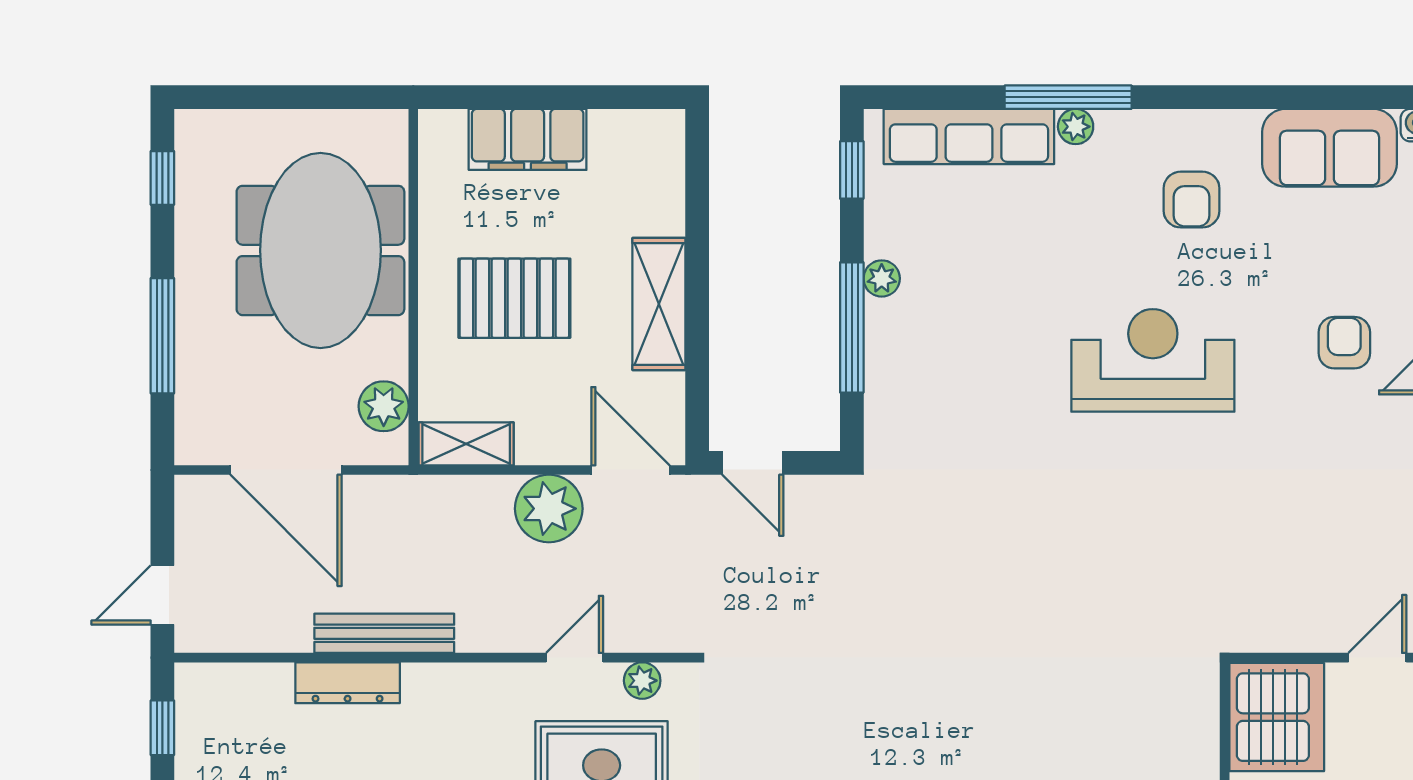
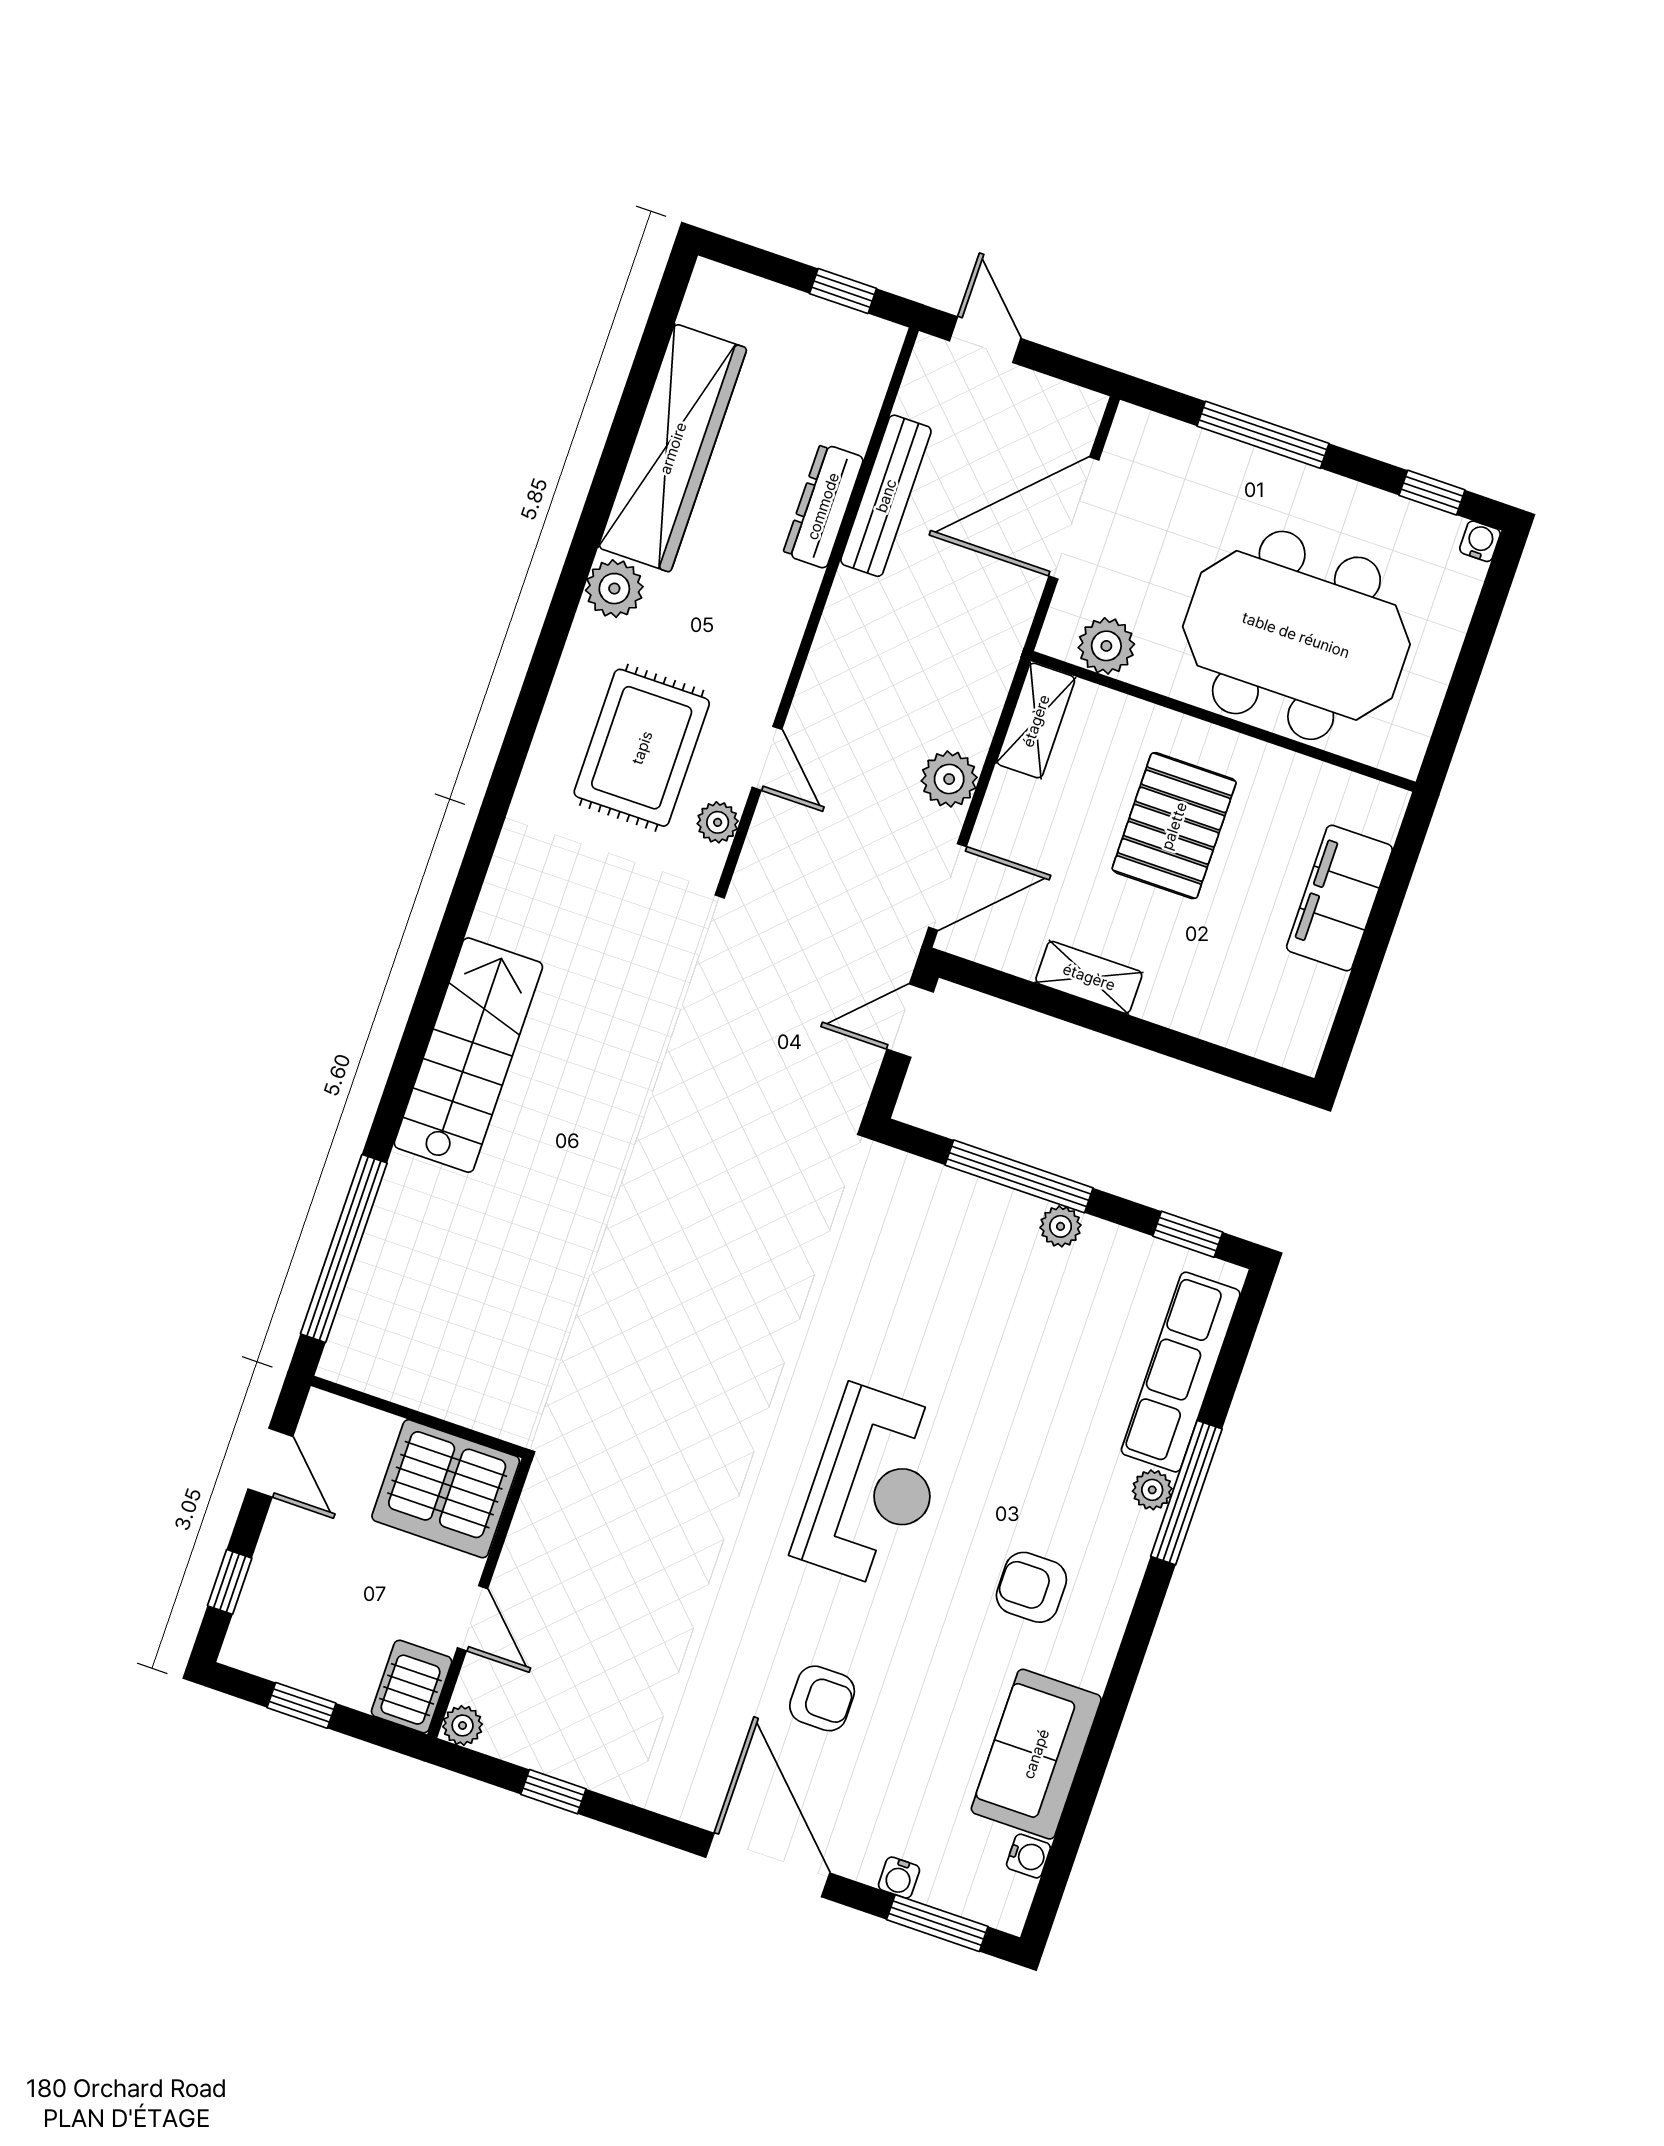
water cooler: (189, 124) -> (1480, 541), added
shelving: (659, 304) -> (1089, 977), width x0.67, depth x0.75
plant: (549, 509) -> (949, 779), width x0.73, depth x0.73
bench: (384, 633) -> (886, 496), moved

